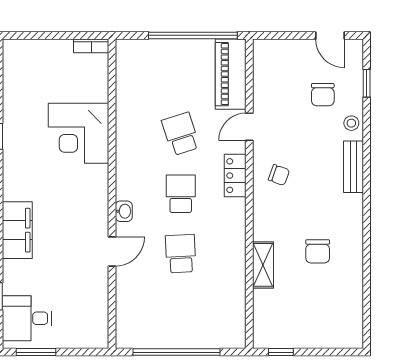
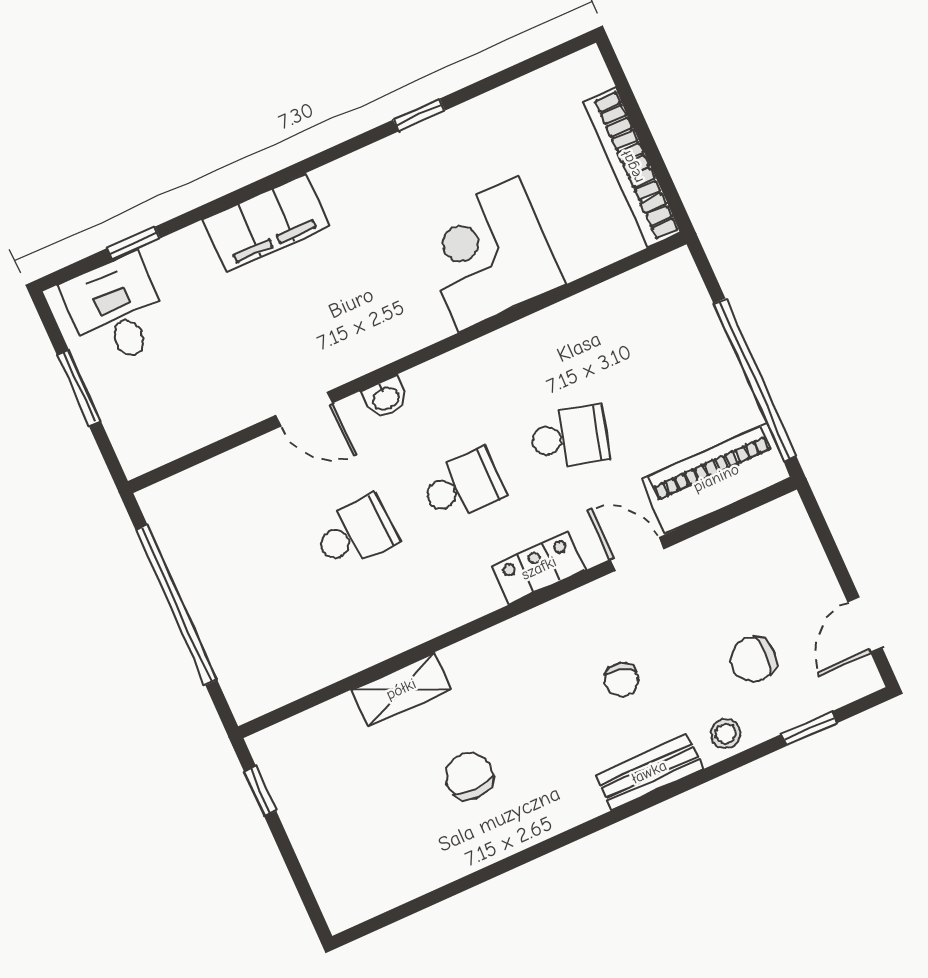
bookcase: (91, 46) -> (632, 167), width x2.31, depth x1.31
school desk: (181, 134) -> (569, 437), turned 33
chair: (279, 175) -> (621, 680), moved
chair: (318, 251) -> (469, 776), turned 90
window: (36, 352) -> (79, 388), moved

